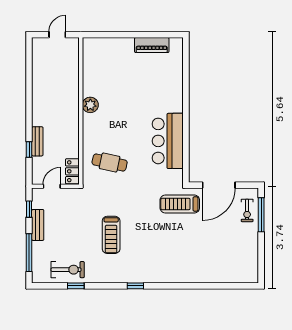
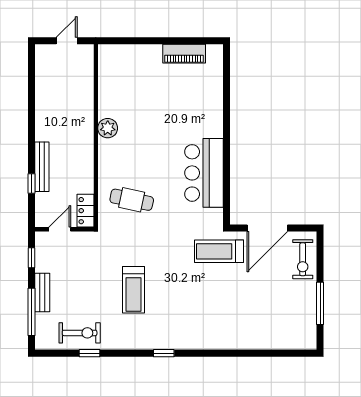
bench: (37, 141) -> (42, 167), width x1.36
exercise bike: (247, 210) -> (303, 259), width x1.38, depth x1.39
window: (261, 215) -> (320, 303), moved
bench: (38, 225) -> (42, 292), moved

